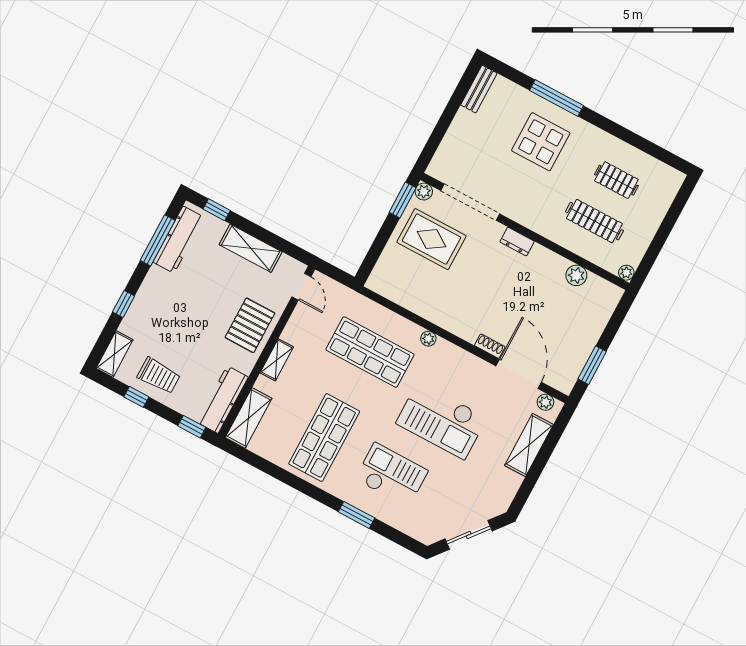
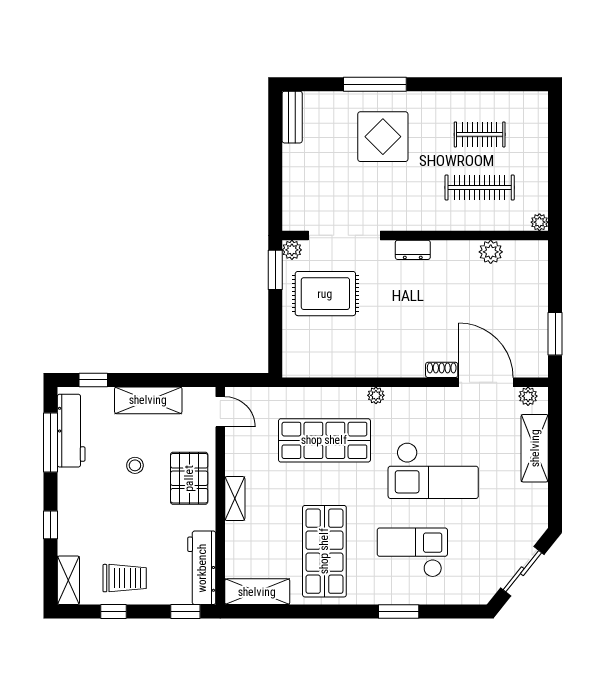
stool: (213, 293) -> (135, 465), added
shelving: (249, 418) -> (257, 592), moved, turned 90

